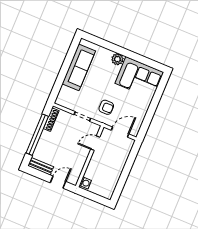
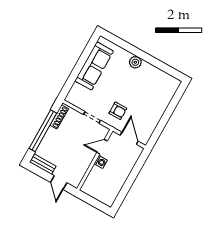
corner sofa: (139, 78) -> (156, 84), removed
door: (120, 132) -> (129, 138), hinge flipped
door: (58, 182) -> (59, 183), swing flipped
washing machine: (85, 183) -> (101, 162), moved

